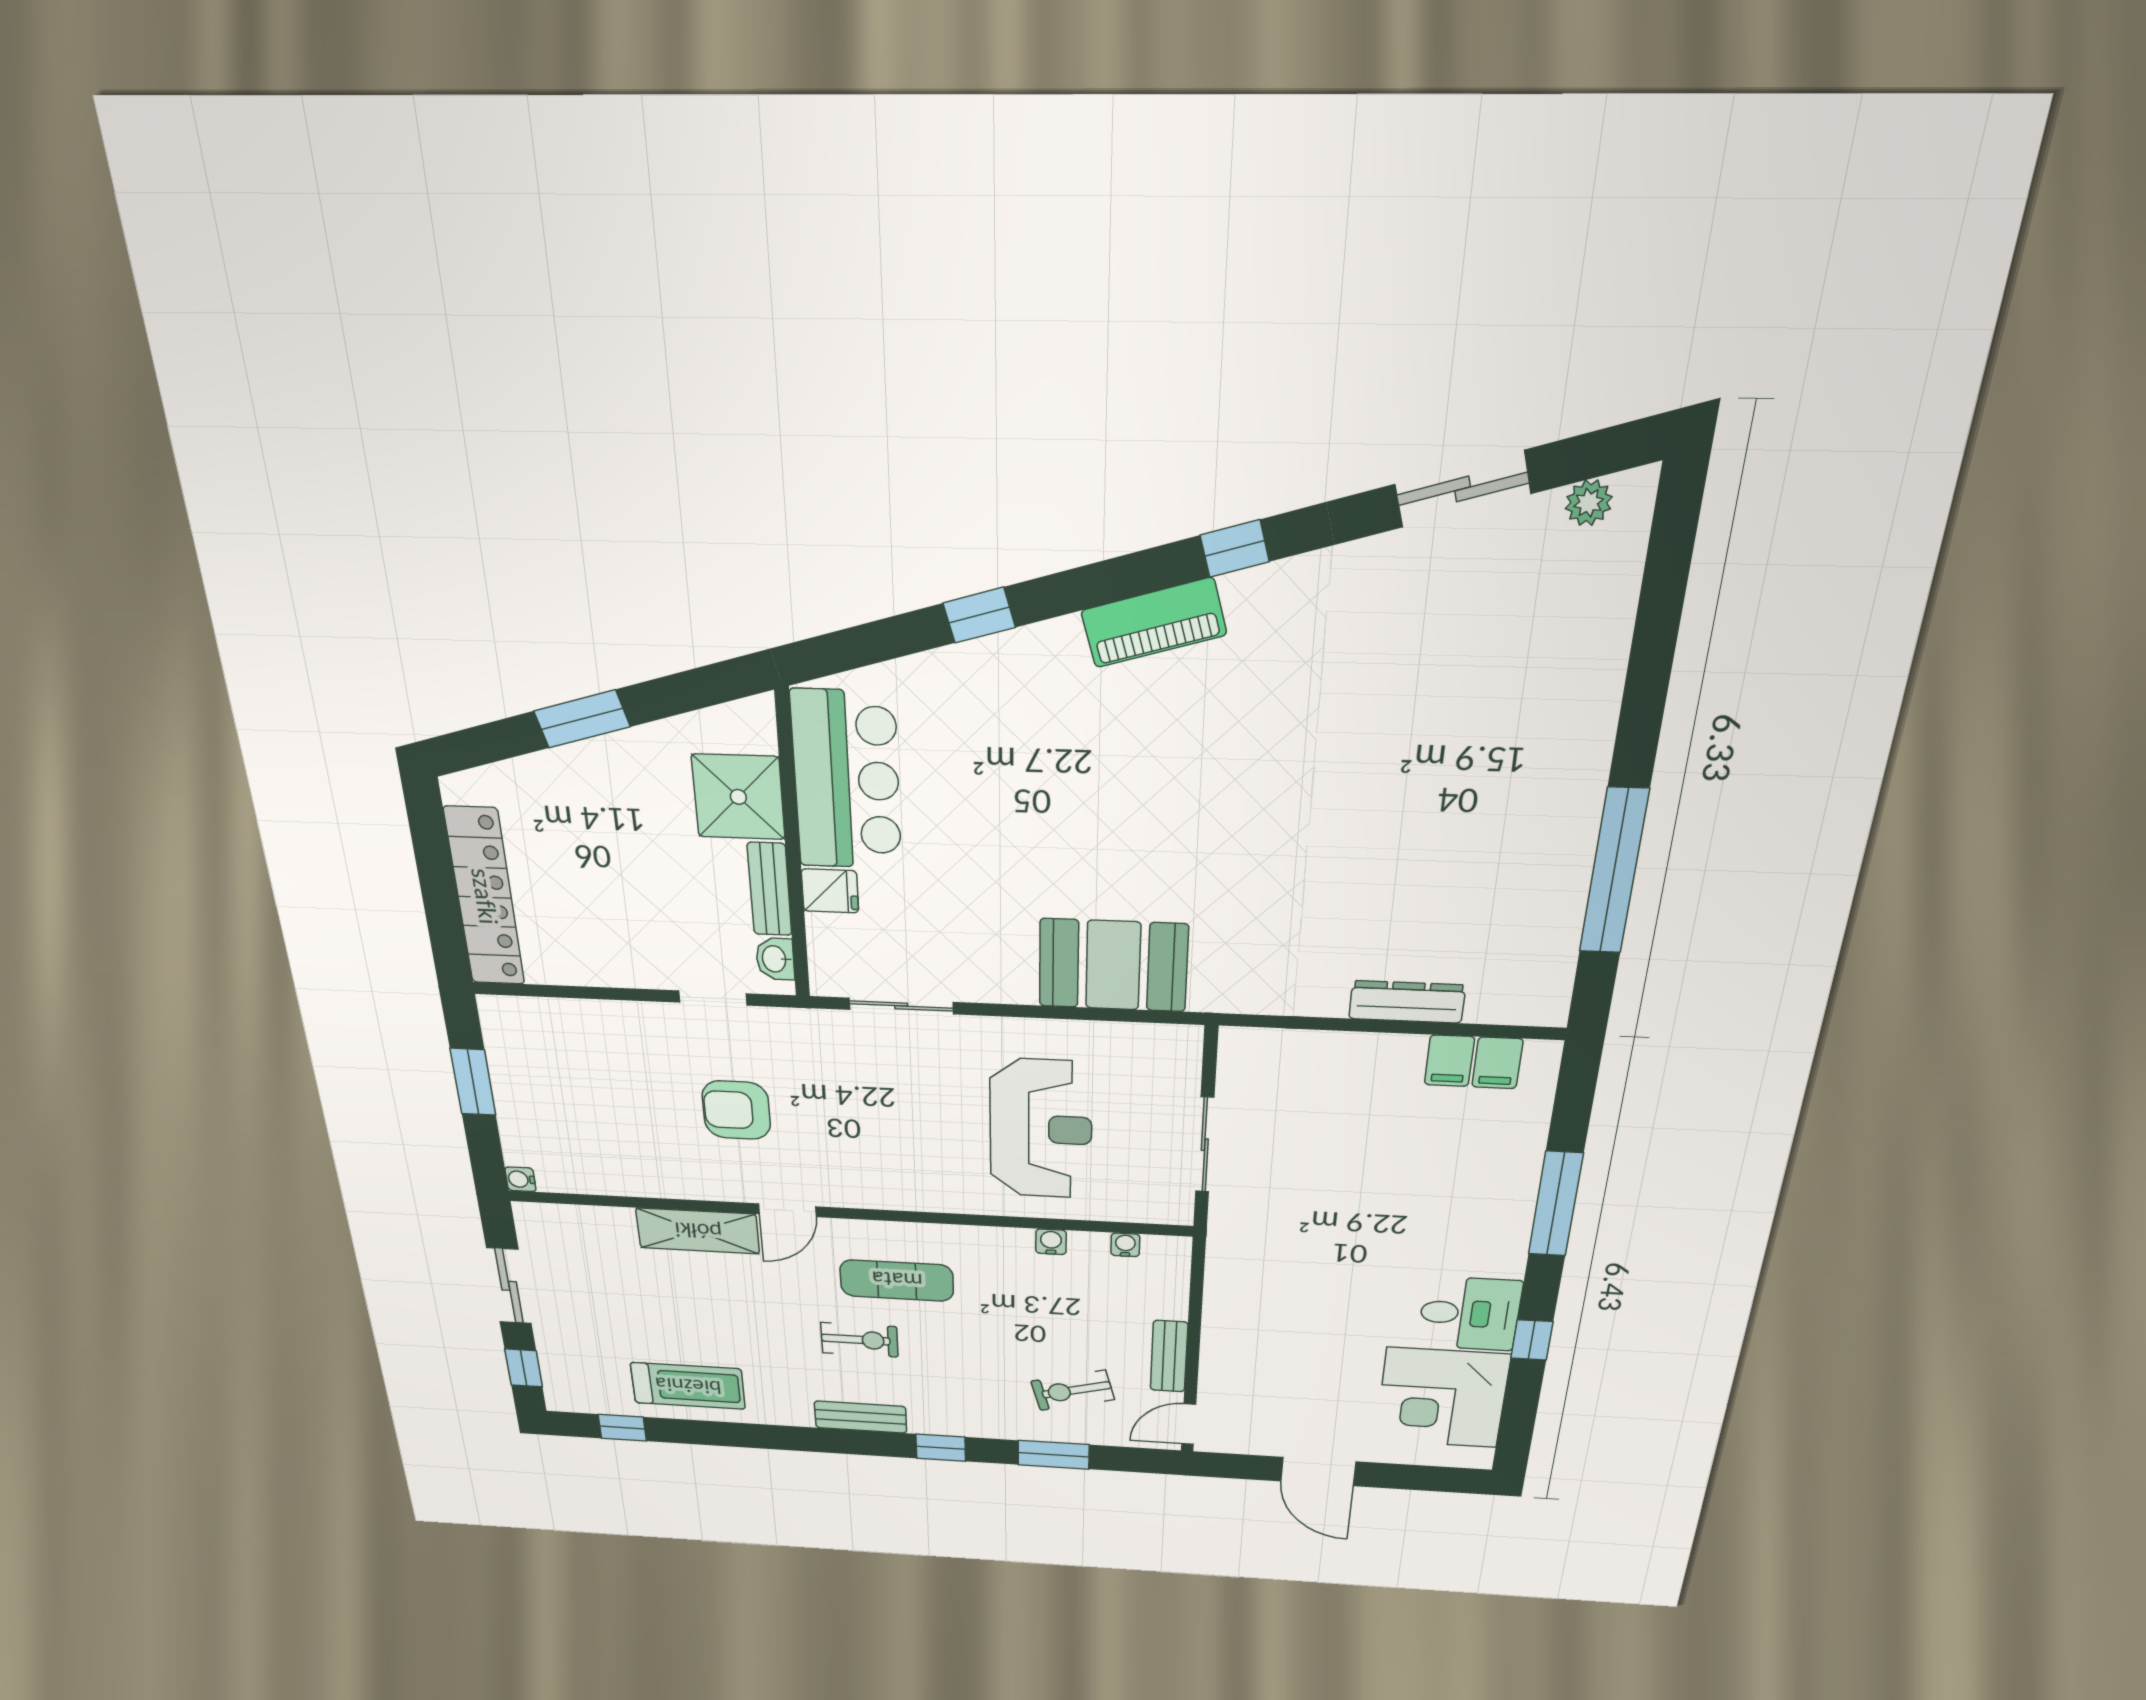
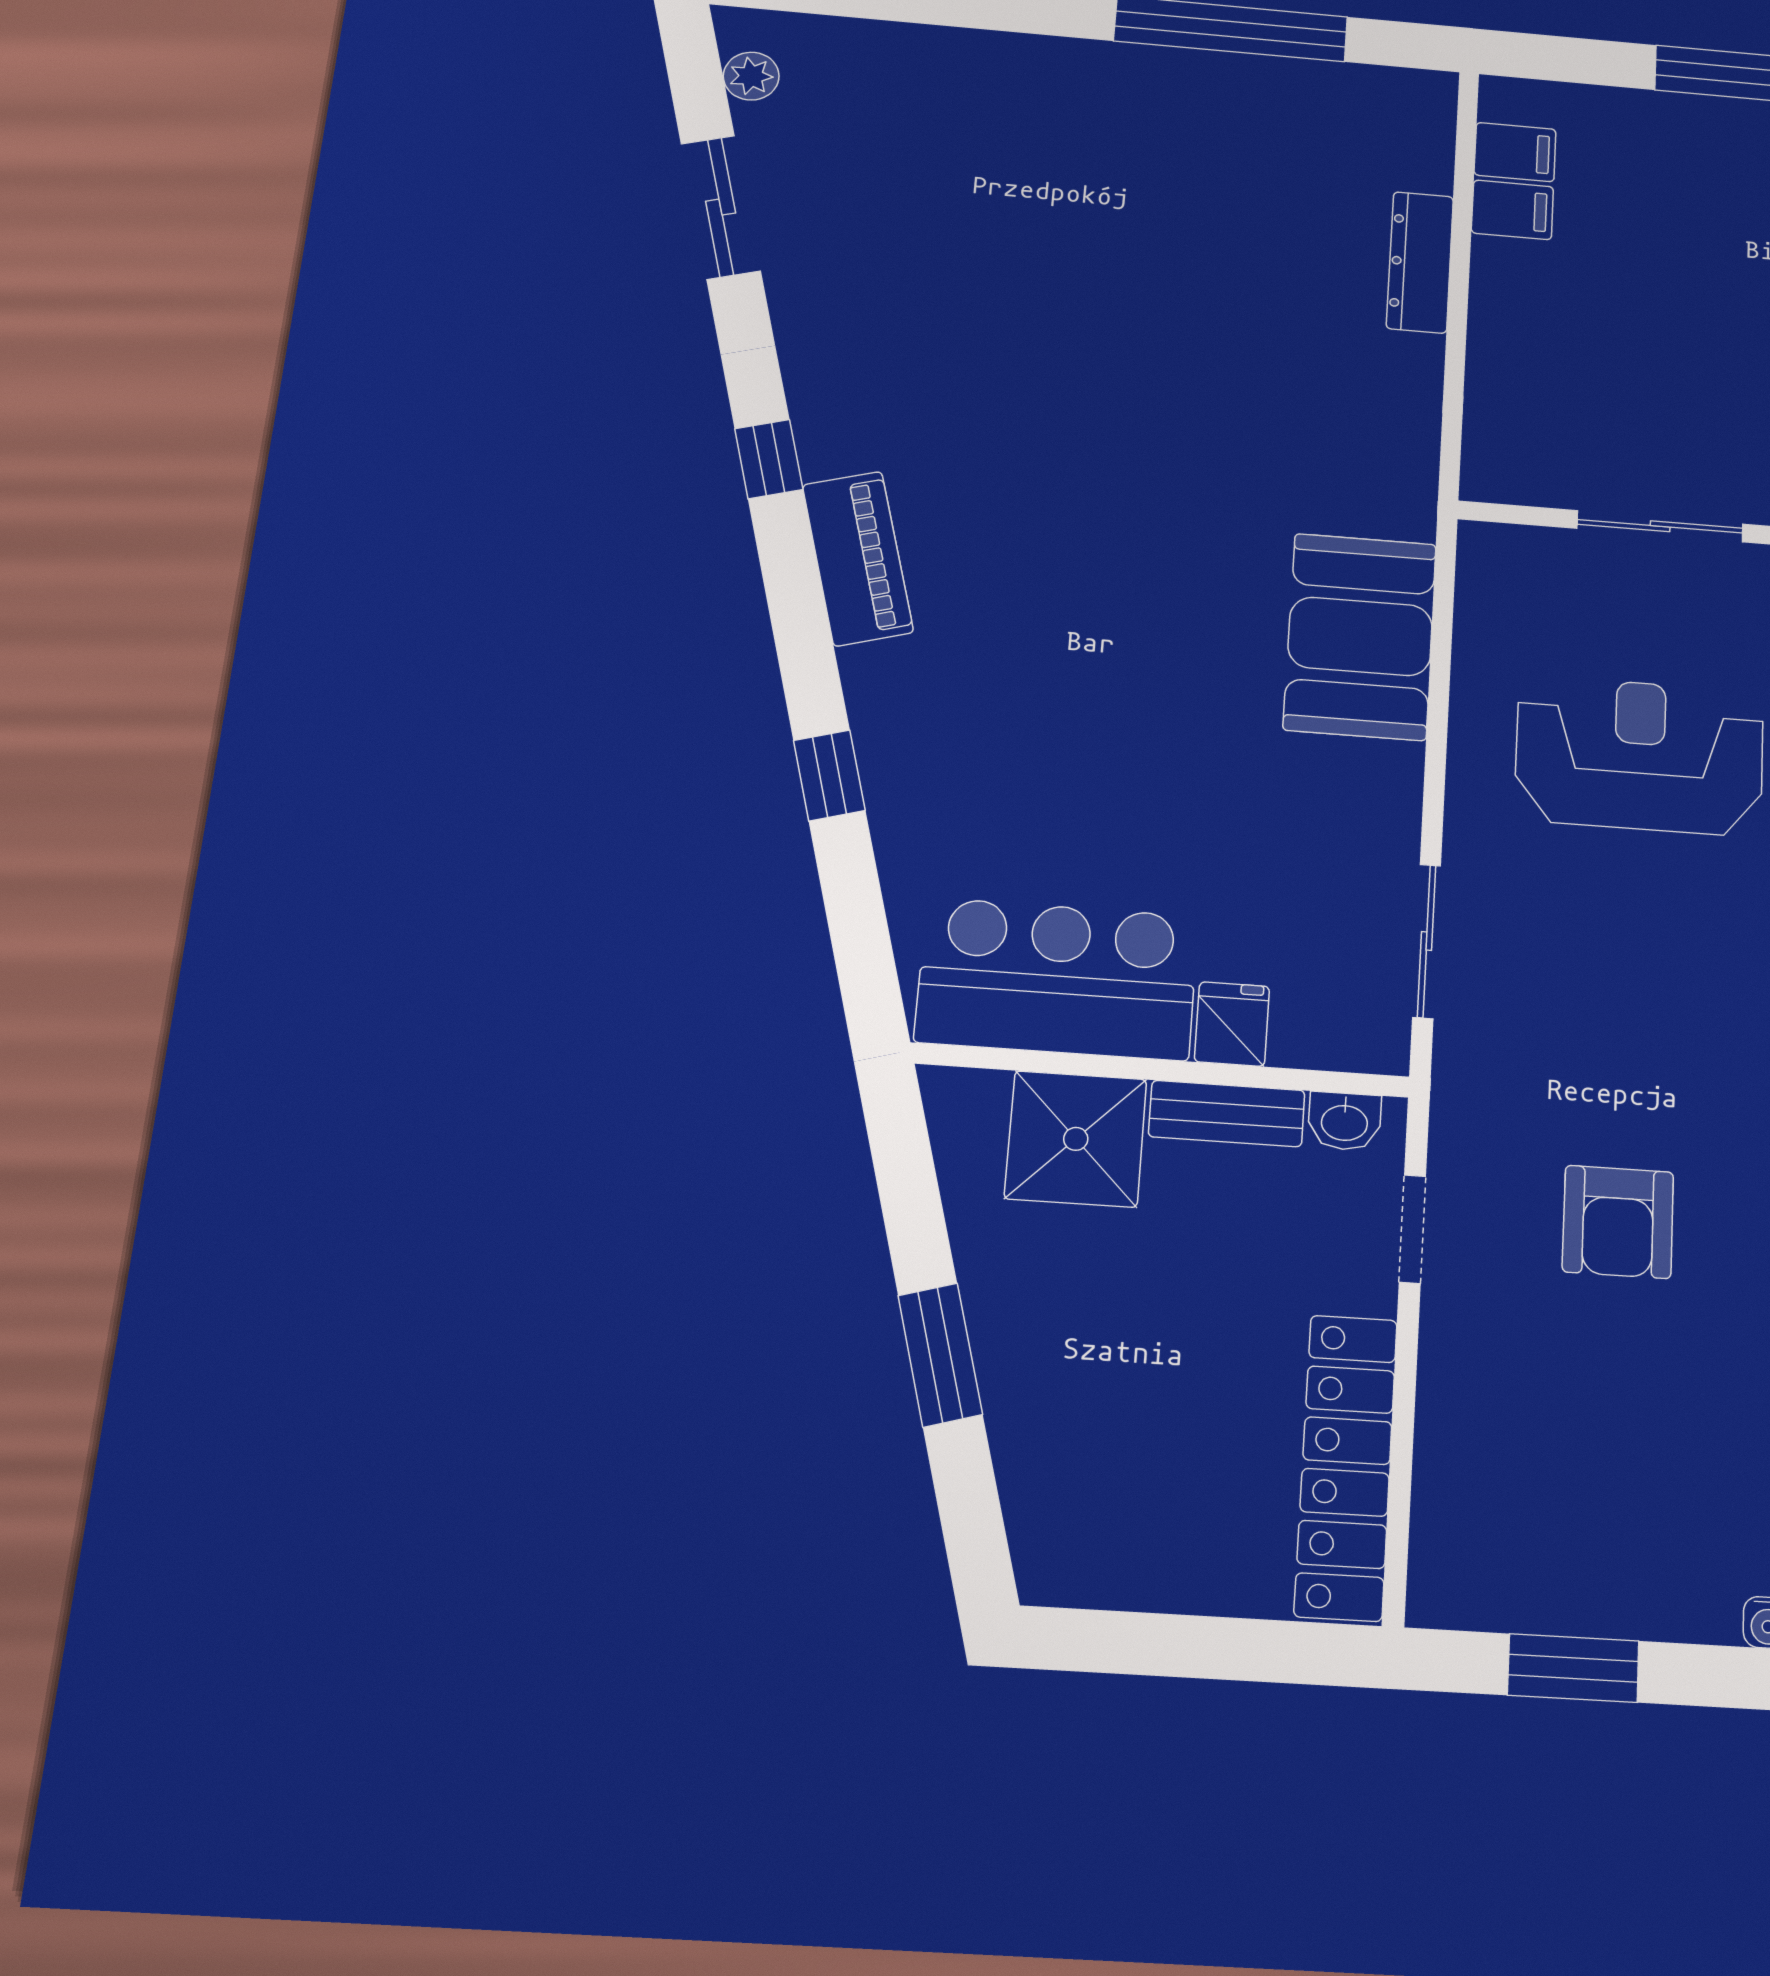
locker: (485, 897) -> (1346, 1467), moved, turned -90

